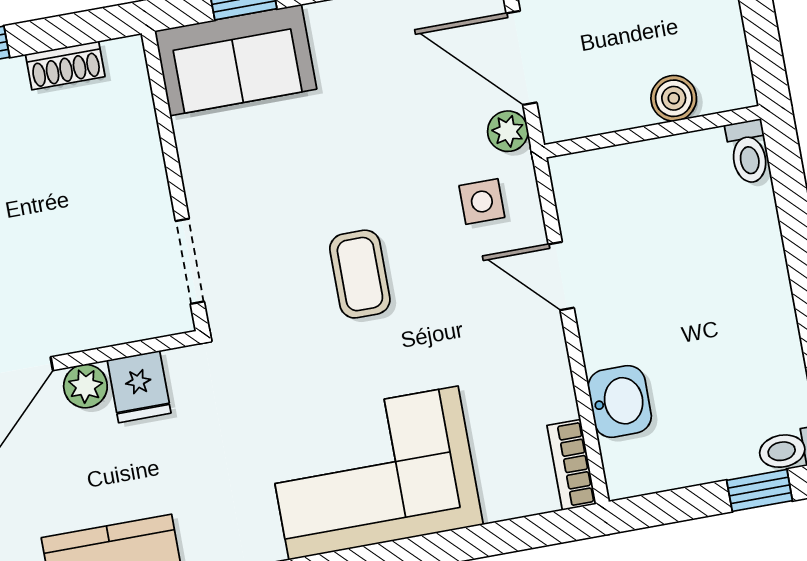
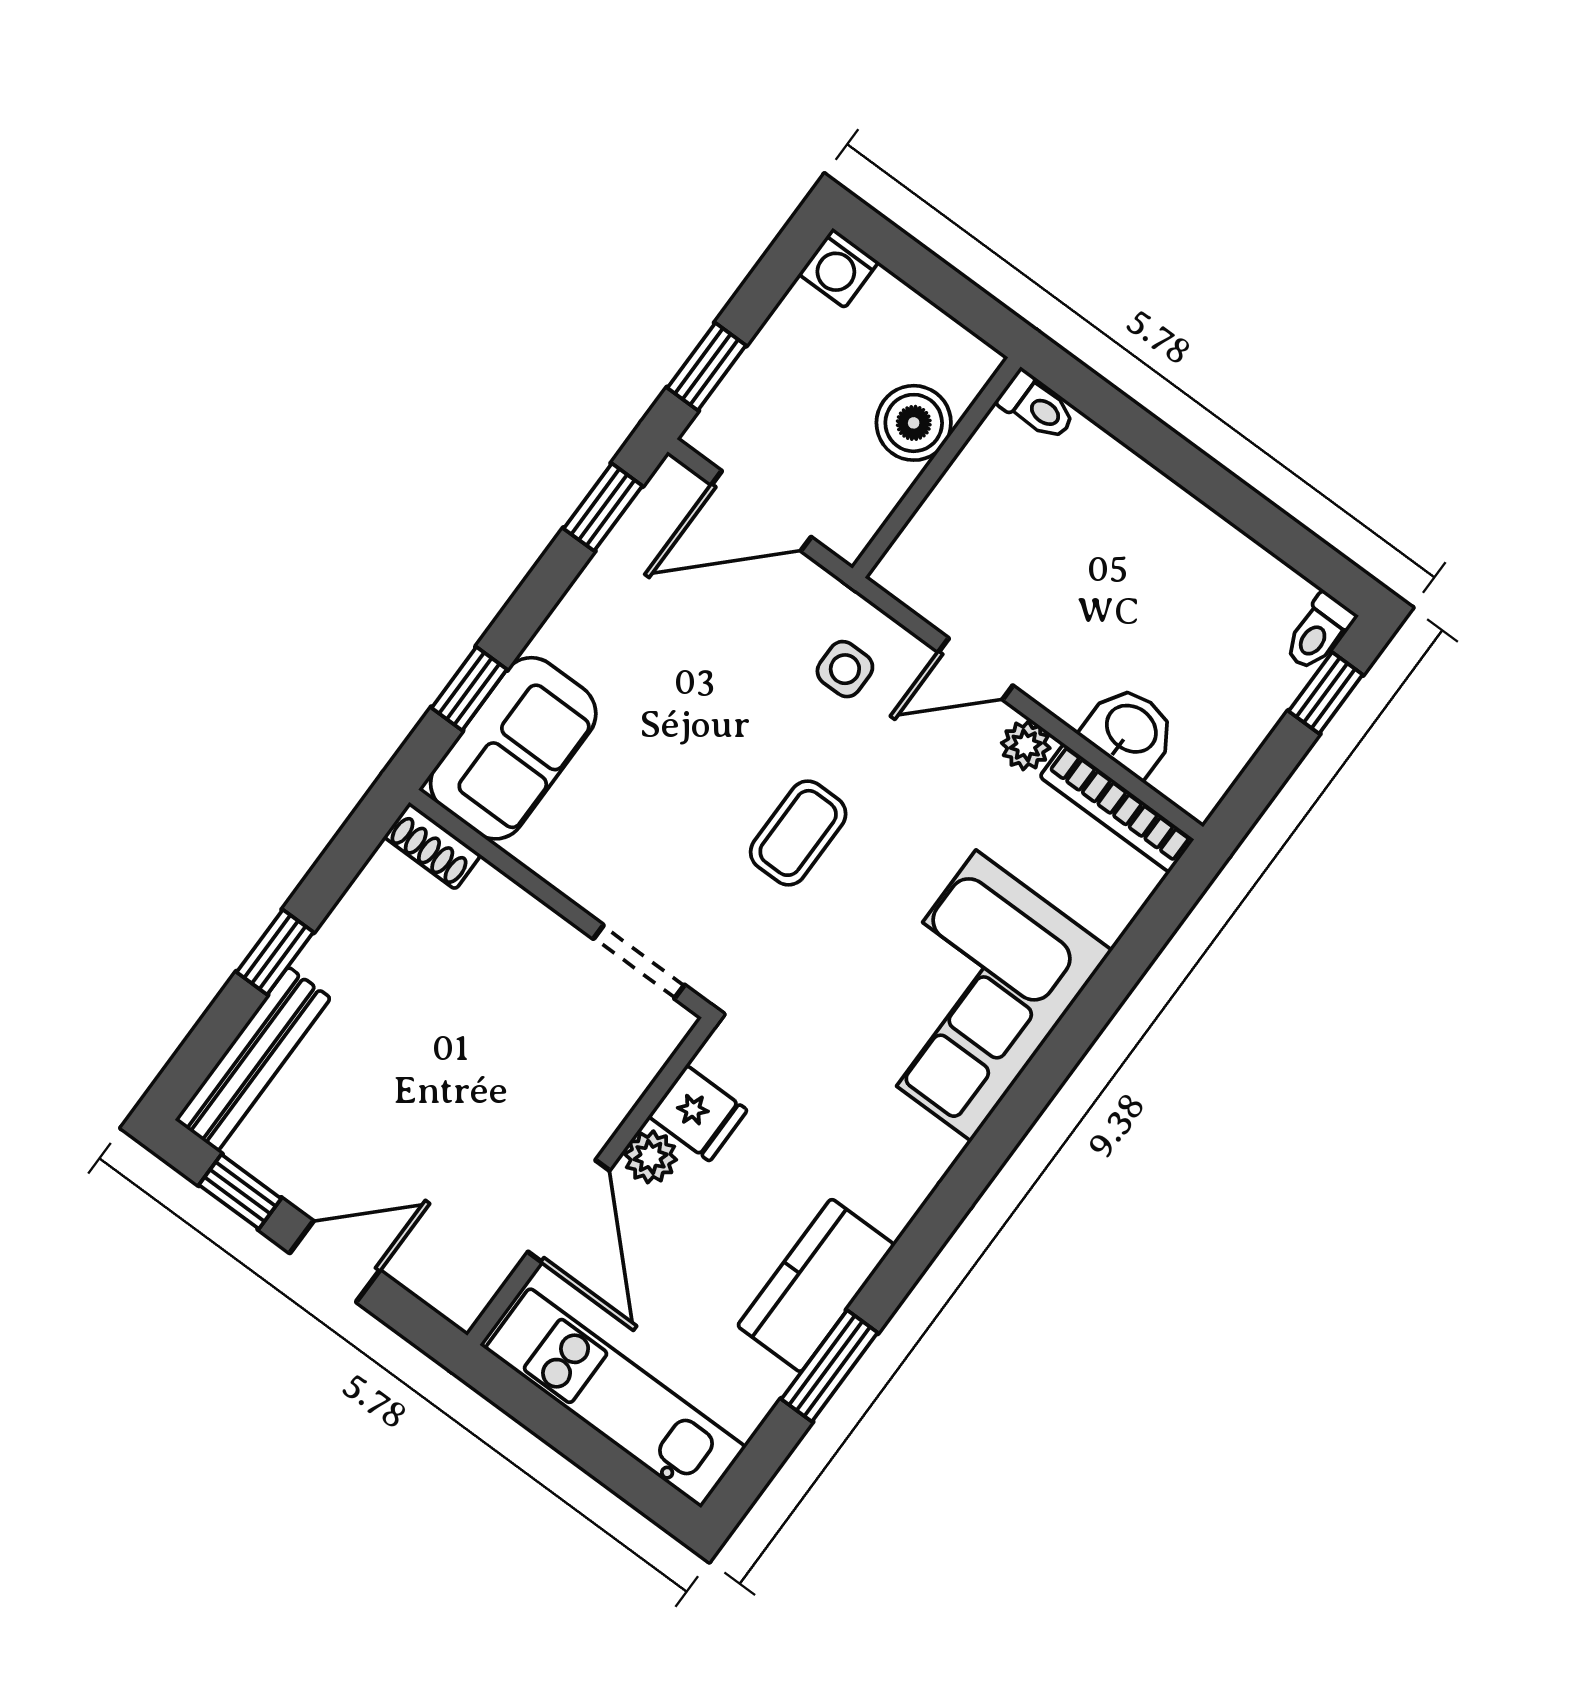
shoe rack: (65, 65) -> (432, 846), moved, turned 90
boiler: (674, 98) -> (914, 423), width x1.36, depth x1.36
plant: (508, 131) -> (1026, 746), moved
coffee table: (360, 274) -> (798, 833), turned 90
bookcase: (572, 465) -> (1117, 808), width x1.56

